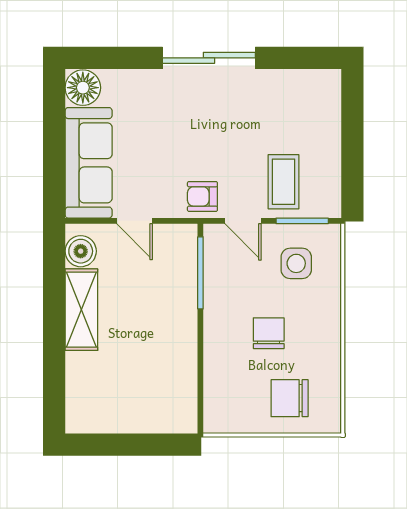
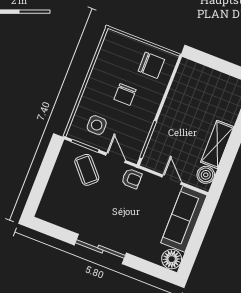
coffee table: (283, 182) -> (87, 170), turned -42
chair: (290, 398) -> (151, 65), moved

